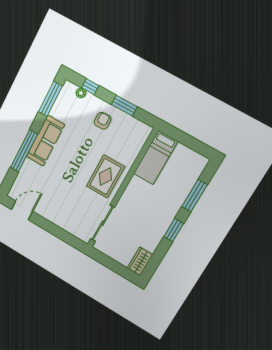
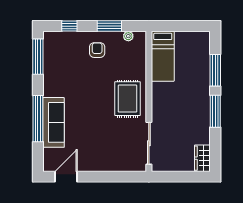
plant: (81, 93) -> (128, 36), moved
sofa: (45, 141) -> (54, 122), moved
window: (174, 230) -> (215, 111), width x1.44

